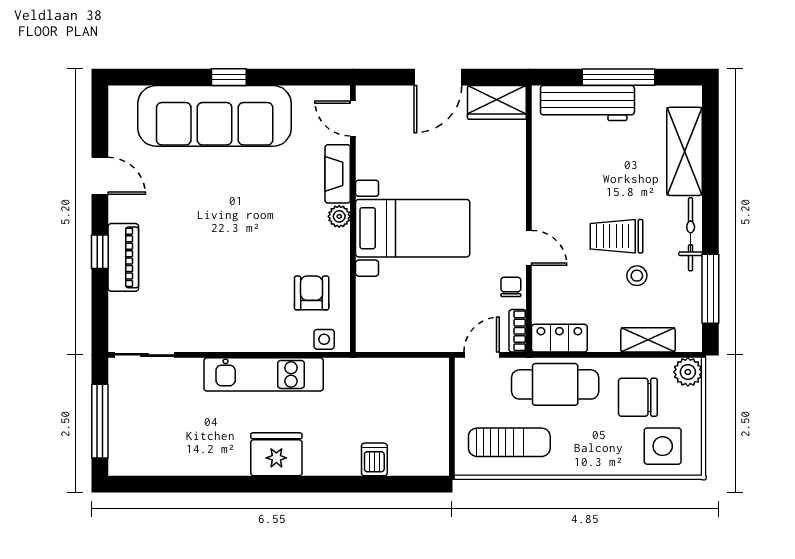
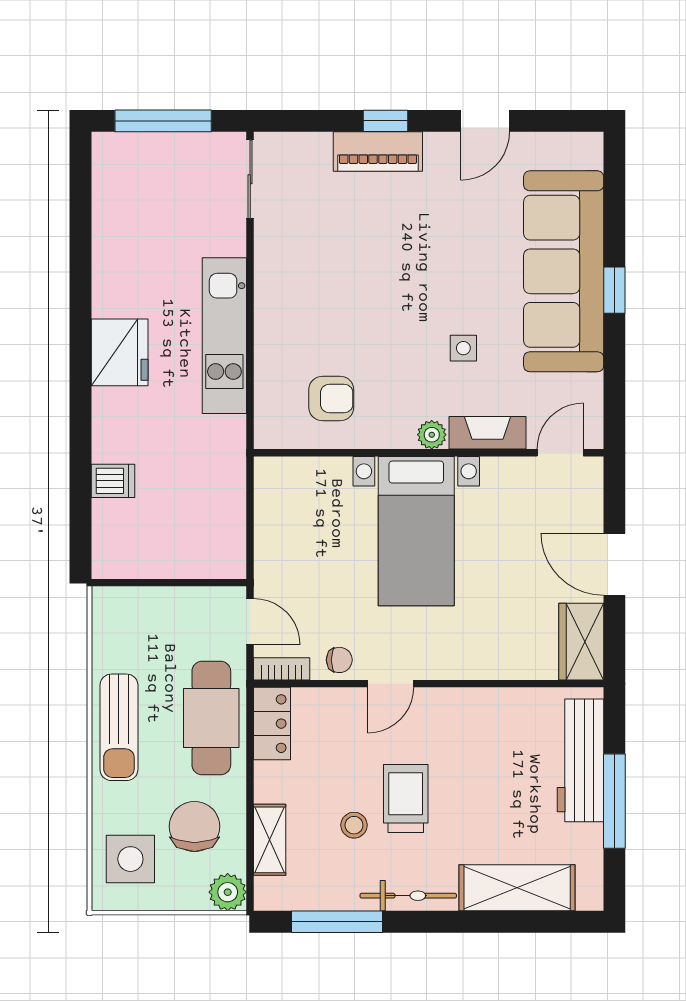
side table: (324, 339) -> (463, 348), moved
sun lounger: (509, 442) -> (119, 727), moved

